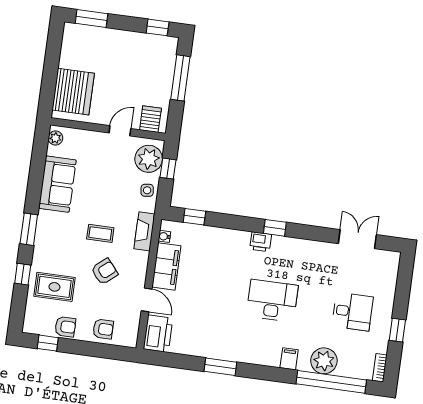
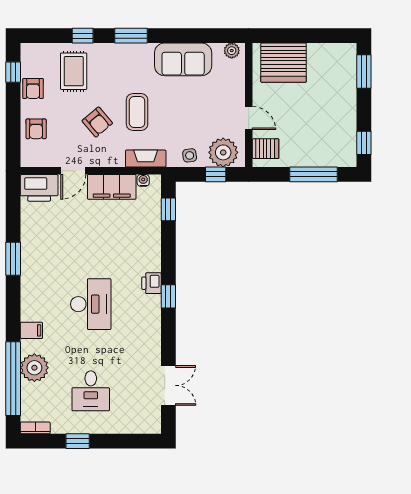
coffee table: (100, 233) -> (137, 112), width x1.36, depth x1.30

